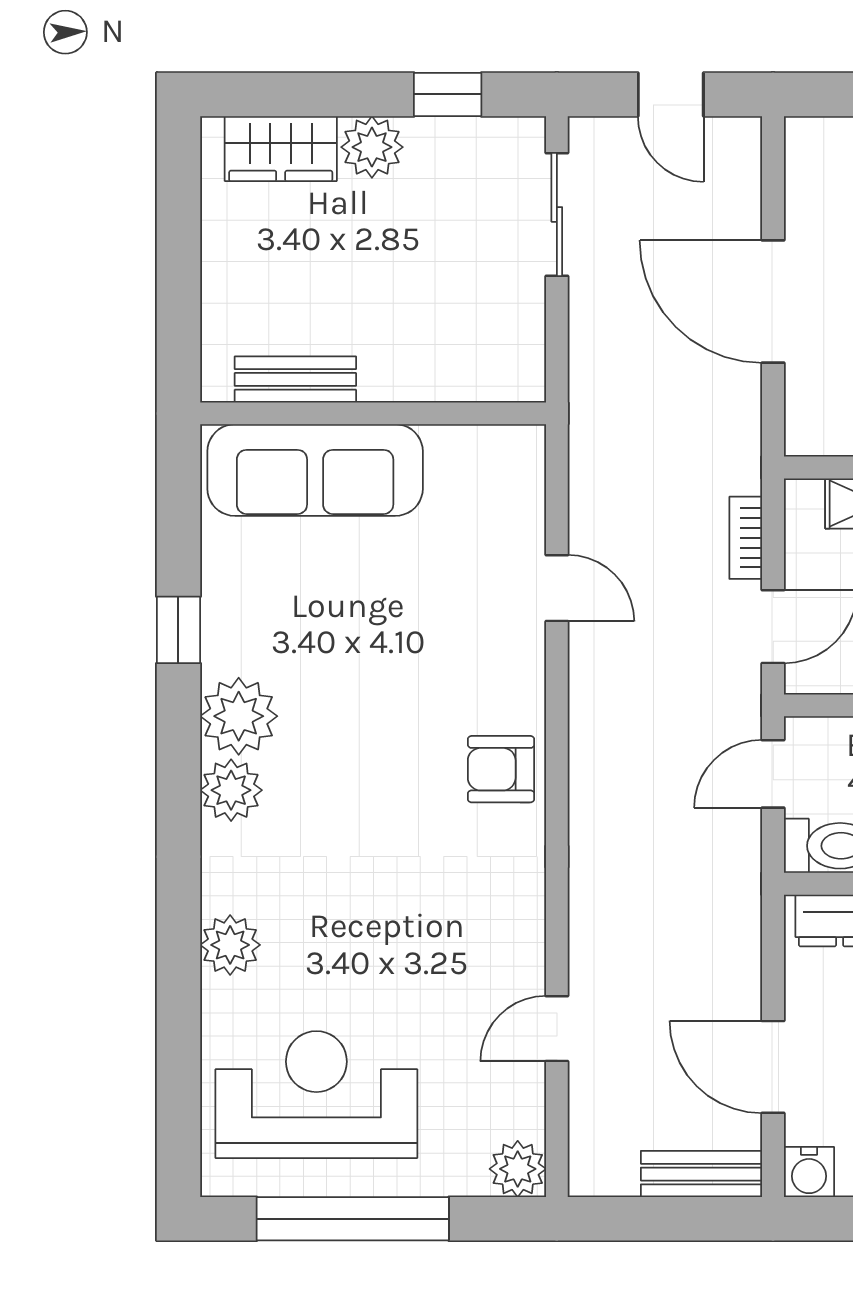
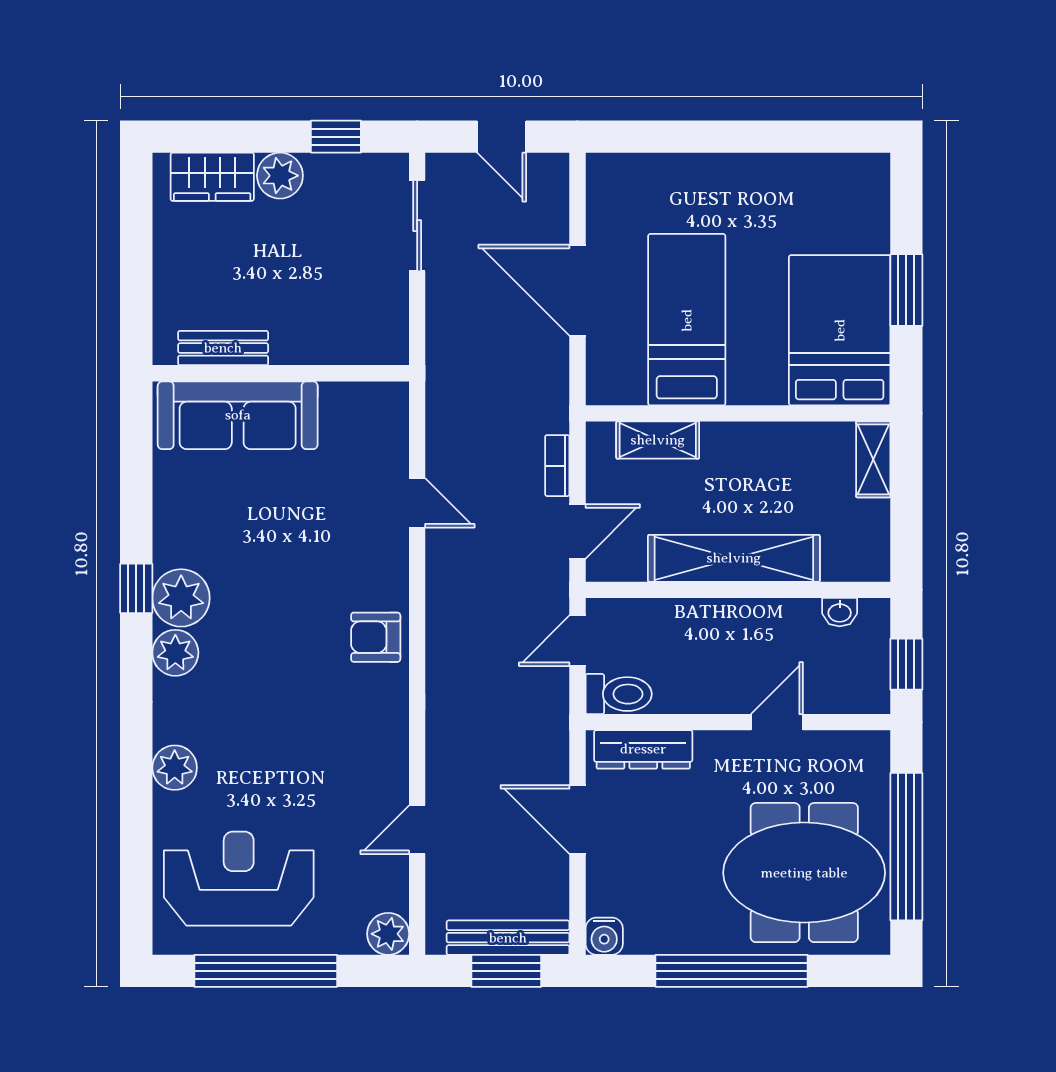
window: (178, 630) -> (136, 588), moved
door: (773, 1067) -> (577, 819), moved
bench: (701, 1174) -> (508, 938), width x1.36
window: (677, 1219) -> (506, 971), added

